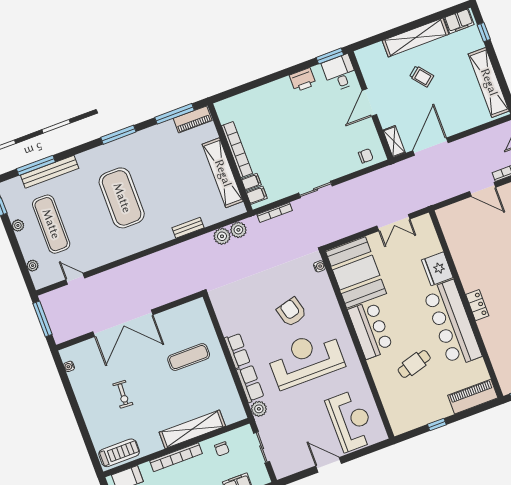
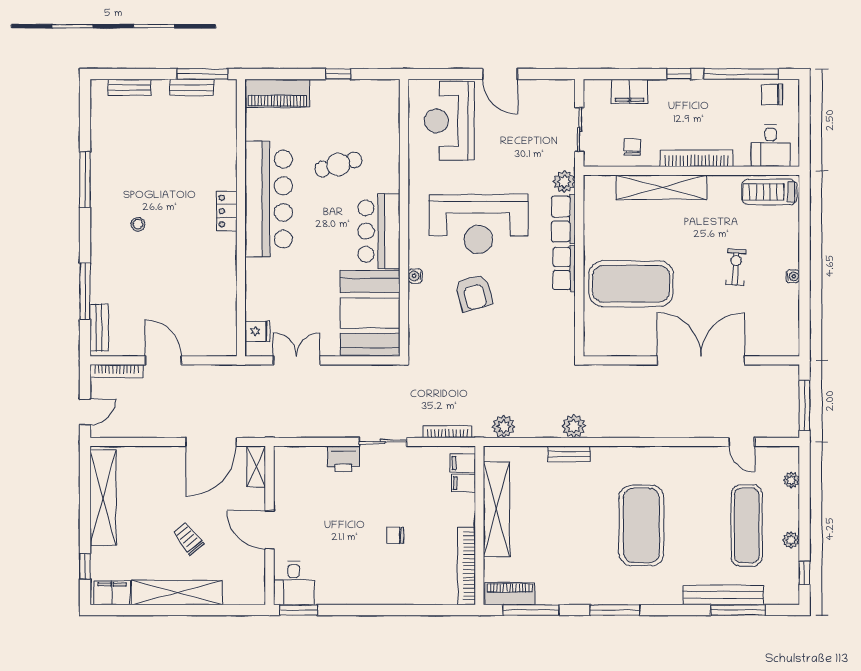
printer: (303, 80) -> (343, 459), moved, turned 180
door: (369, 102) -> (269, 530), swing flipped
bookcase: (237, 150) -> (466, 566), moved
chair: (366, 156) -> (395, 535), moved
plant: (222, 236) -> (574, 426), moved
water cooler: (319, 266) -> (415, 276), moved
fridge: (437, 269) -> (257, 331), moved, width x0.53, depth x0.75
exercise mat: (189, 357) -> (631, 284), width x2.00, depth x1.45
water cooler: (69, 366) -> (793, 276), moved

